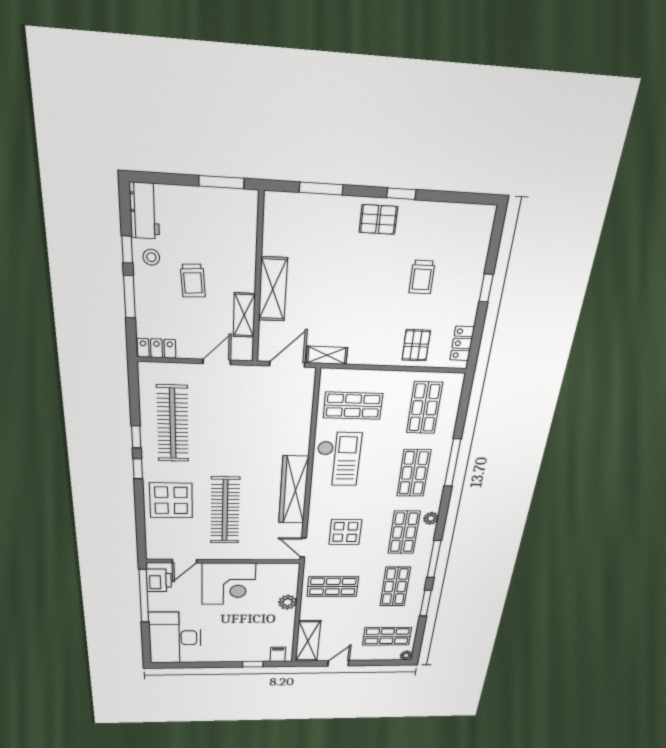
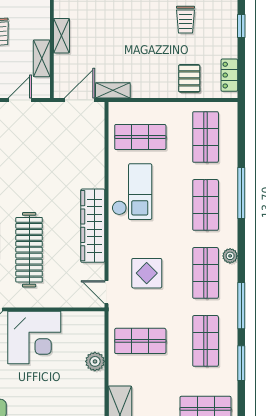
shelving: (273, 289) -> (62, 36), width x0.67, depth x0.75

